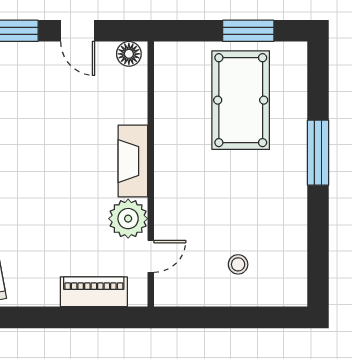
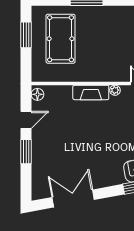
pool table: (241, 100) -> (61, 39), turned 90
plant: (128, 219) -> (115, 90), width x0.53, depth x0.53

